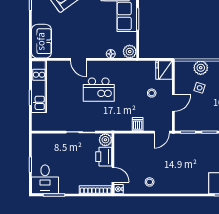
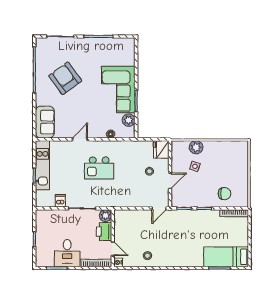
plant: (130, 52) -> (129, 120), moved
door: (78, 59) -> (80, 139), swing flipped
dishwasher: (138, 124) -> (60, 201), moved
desk: (45, 179) -> (67, 253), moved

